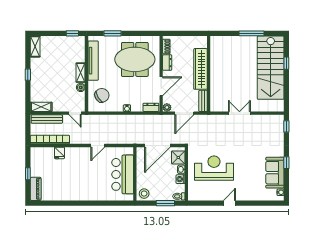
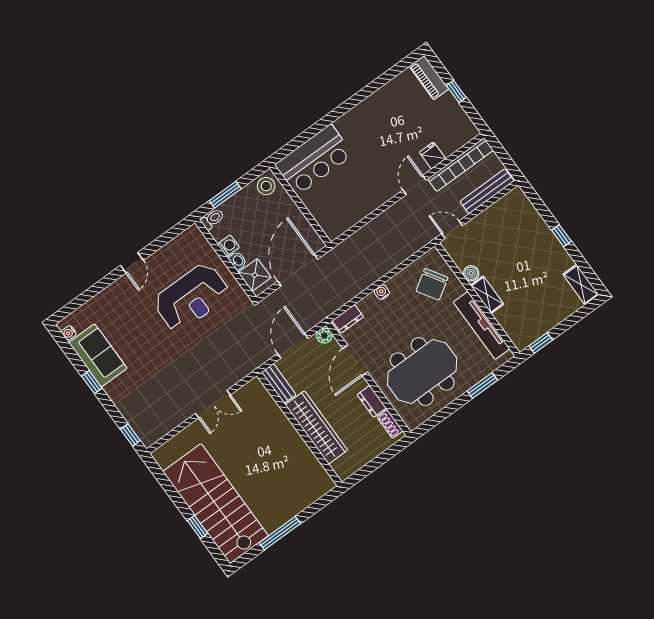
shelving: (41, 107) -> (508, 203), removed
door: (98, 146) -> (415, 185), moved
bar counter: (123, 174) -> (314, 160), moved, turned 90

